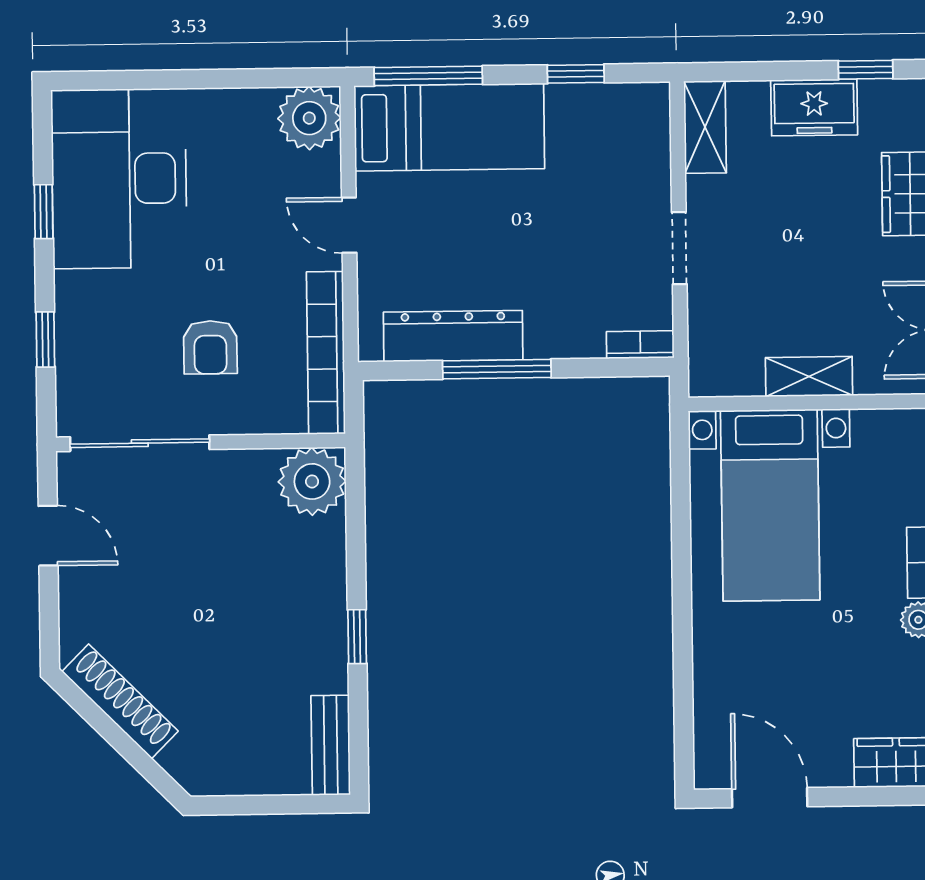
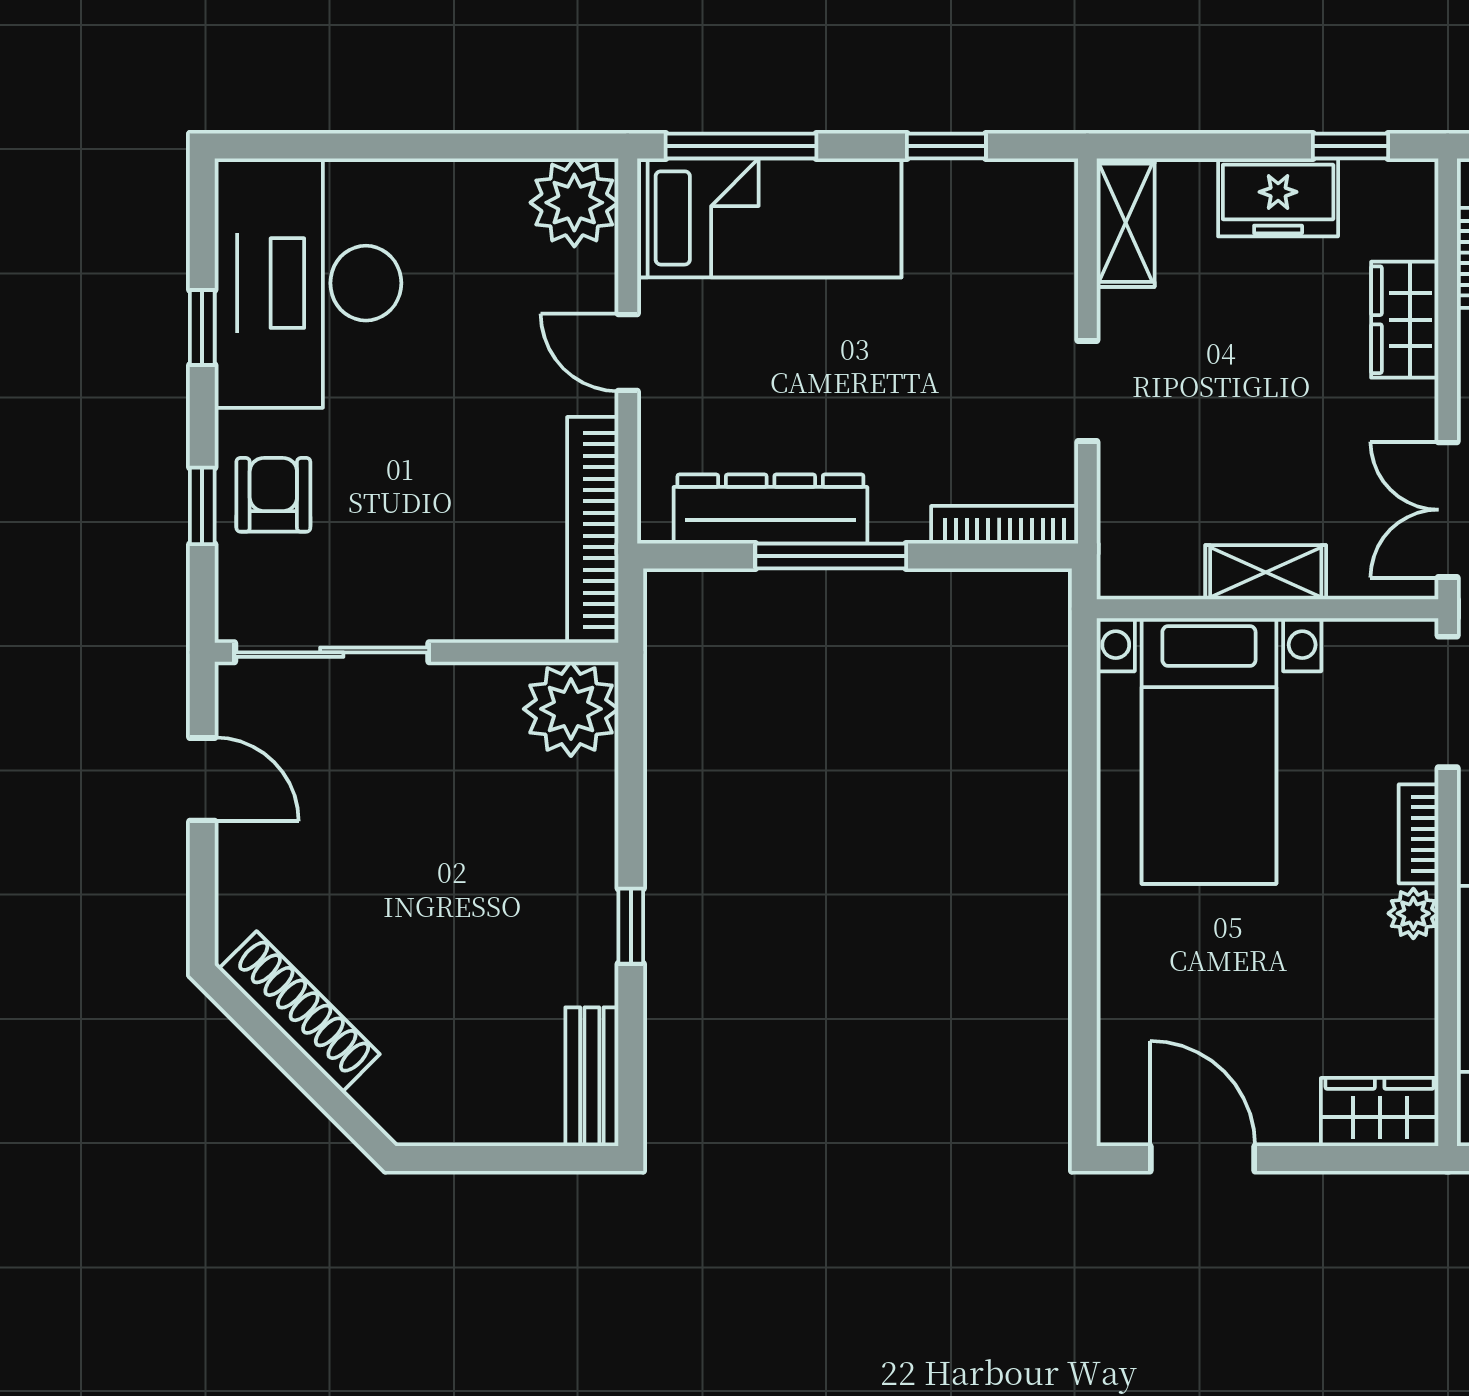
bookcase: (640, 345) -> (1005, 525), width x1.56
armchair: (210, 347) -> (273, 495), moved, turned 180

